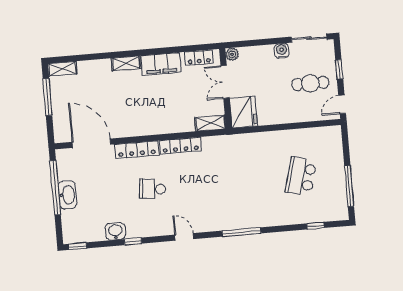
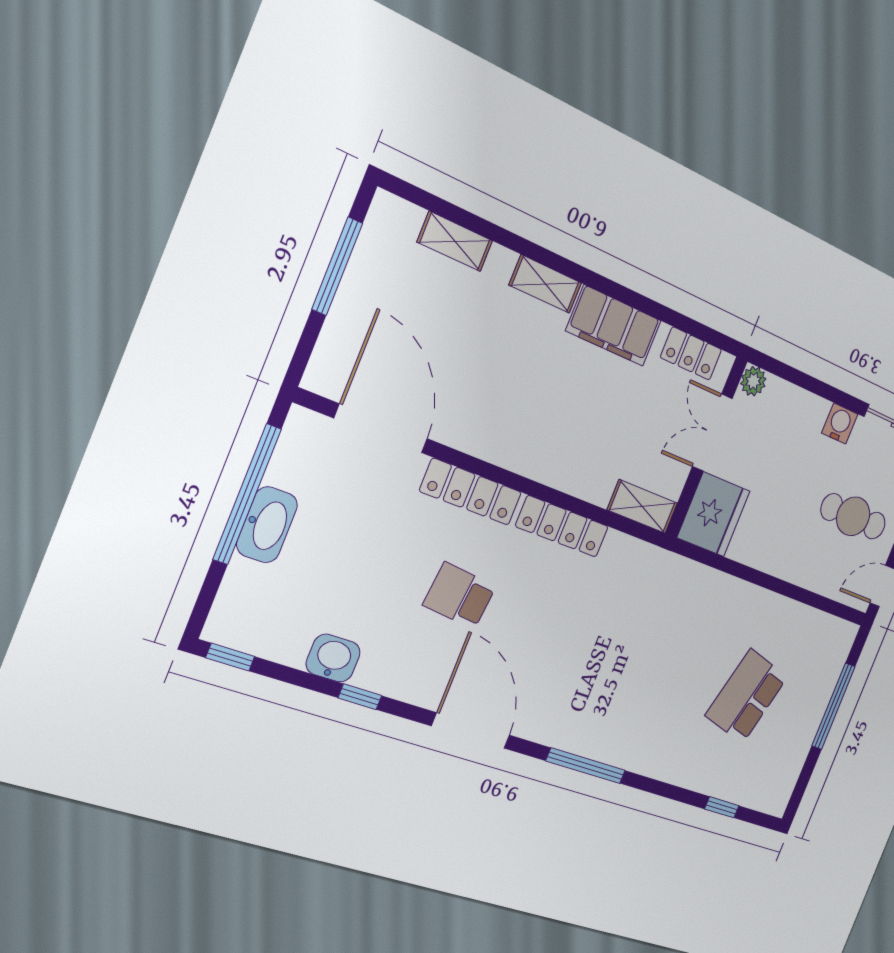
shelving: (62, 69) -> (455, 241), moved
window: (349, 186) -> (833, 706), moved
door: (184, 237) -> (471, 731), width x1.88

